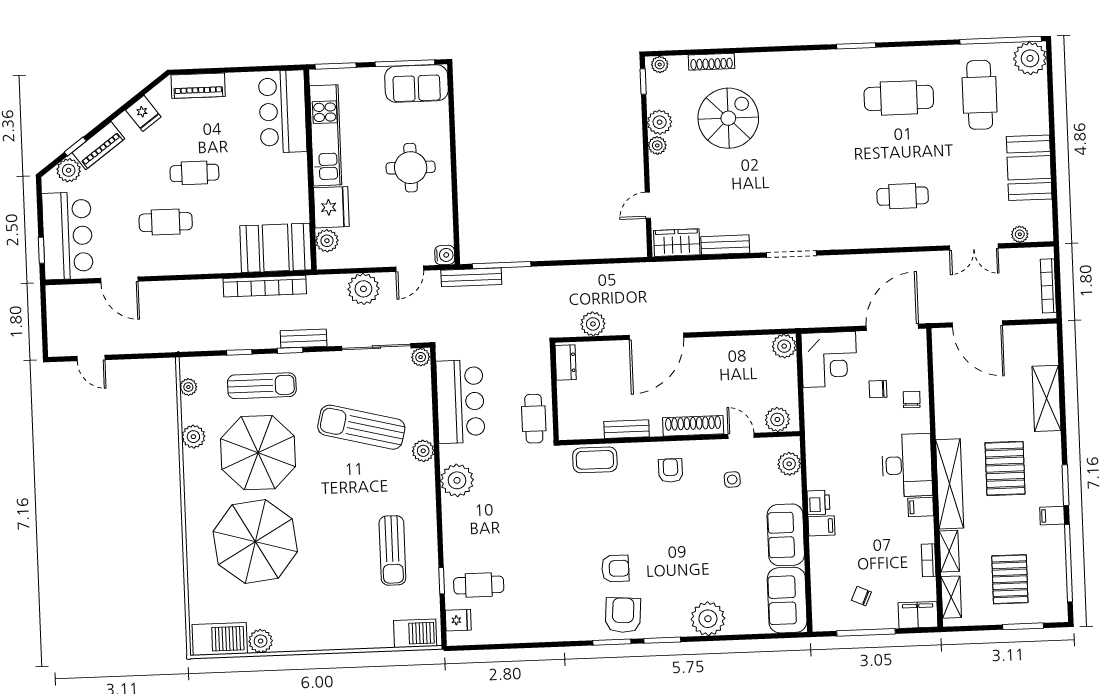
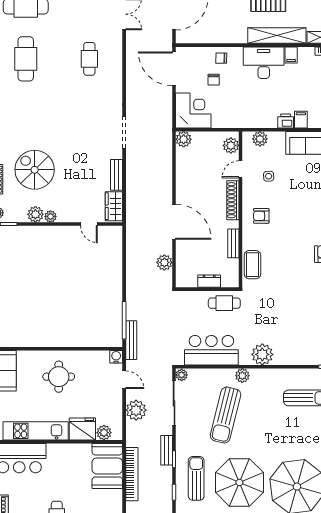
dresser: (566, 363) -> (209, 281), moved

